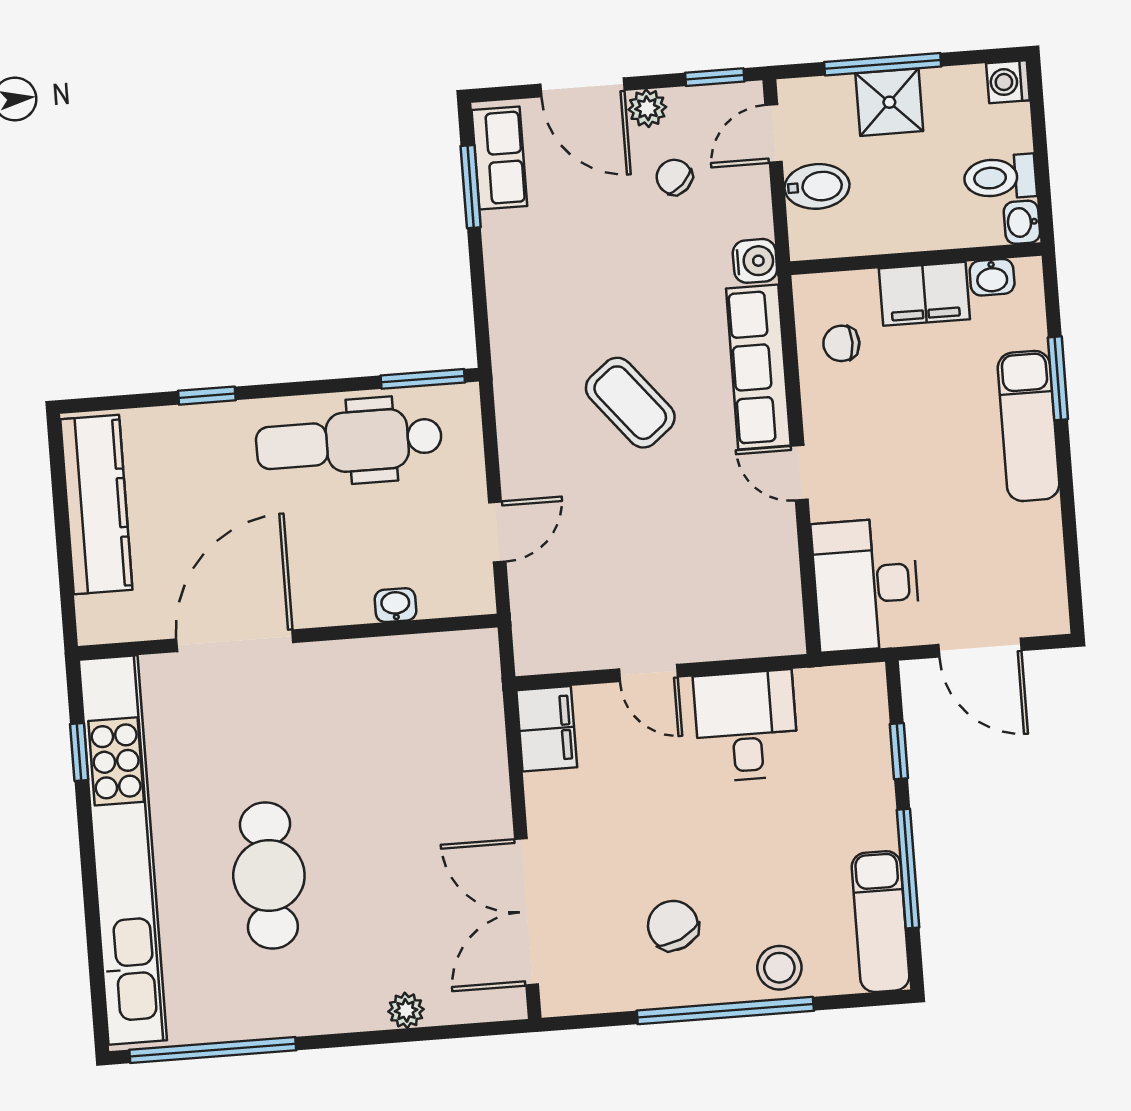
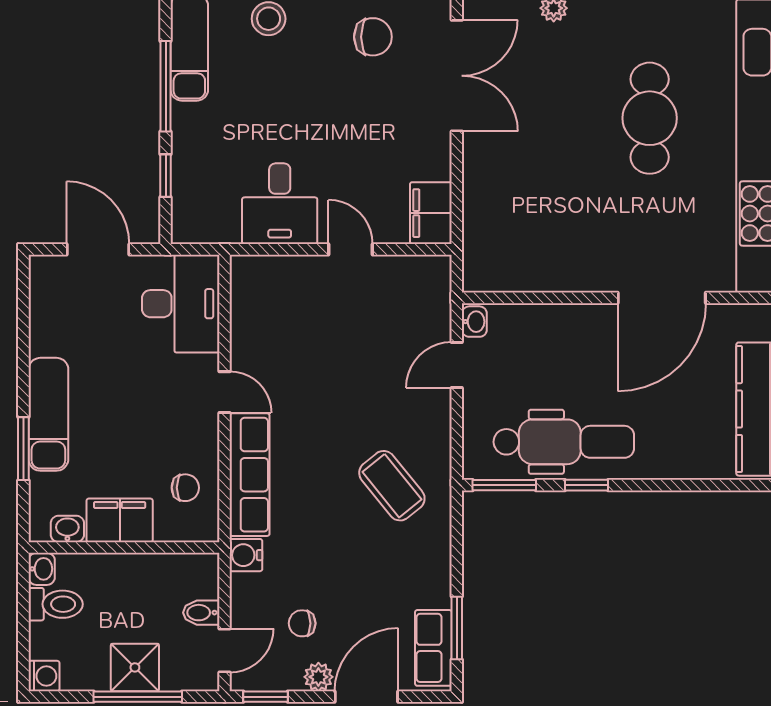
door: (582, 87) -> (366, 697), hinge flipped
chair: (674, 177) -> (302, 623), turned 134
bidet: (817, 186) -> (201, 613), width x0.72, depth x0.74
window: (207, 396) -> (586, 485), moved
coffee table: (630, 403) -> (392, 486), moved
washbasin: (395, 605) -> (474, 322), moved, turned -90
chair: (673, 926) -> (373, 37), moved, turned -65

